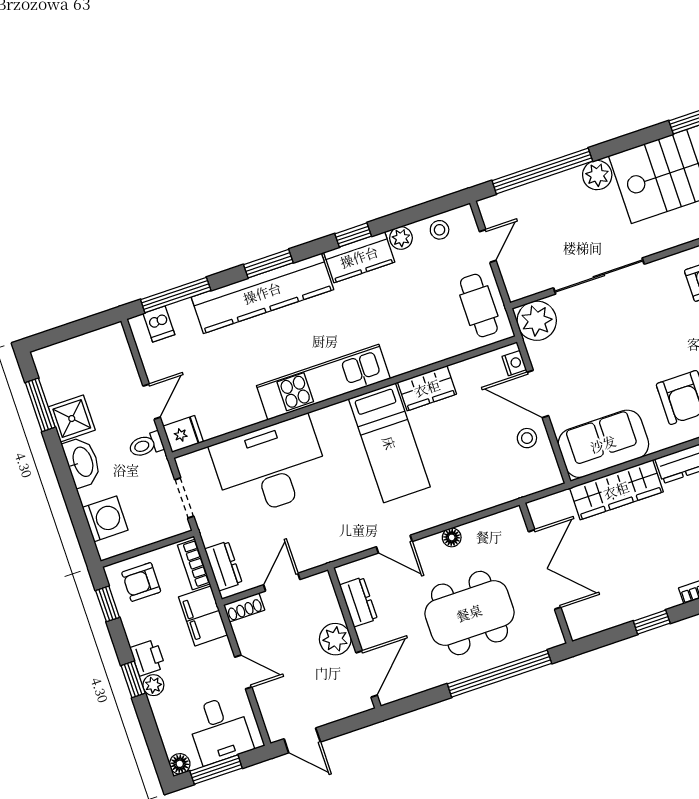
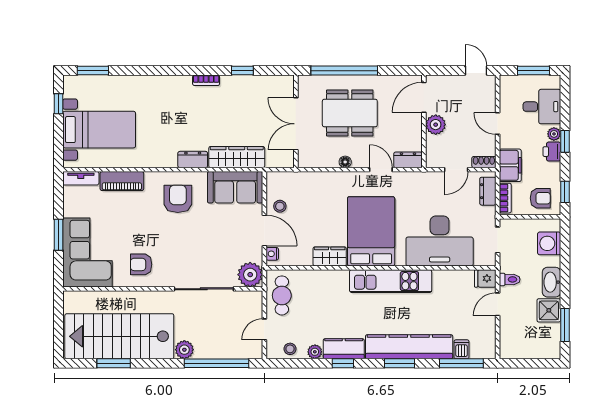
dishwasher: (159, 324) -> (462, 349), moved
bed: (389, 443) -> (371, 231), width x1.50
dresser: (358, 602) -> (408, 160), moved, turned 90
desk: (220, 730) -> (542, 107), moved, turned 90
floor lamp: (180, 764) -> (554, 81), removed

